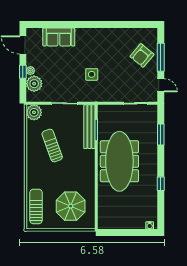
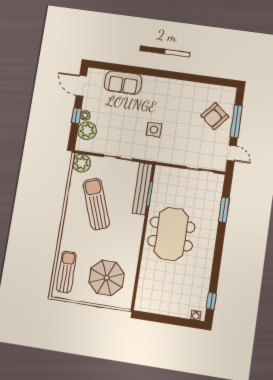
sun lounger: (52, 146) -> (96, 204), width x1.36, depth x1.34
meeting table: (119, 161) -> (171, 234), width x0.73
window: (161, 184) -> (211, 301), moved

